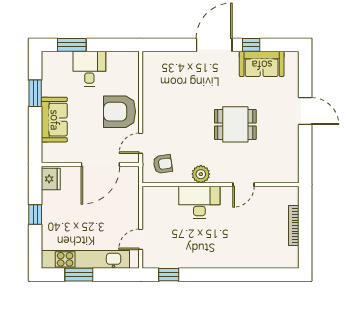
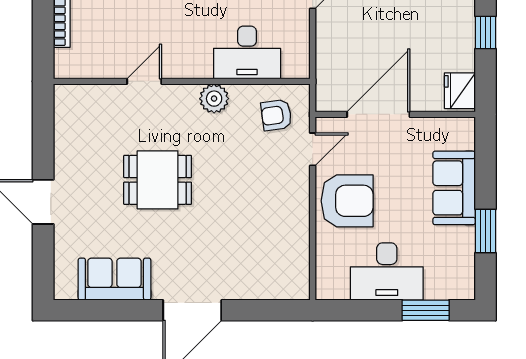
window: (251, 45) -> (132, 310), removed
desk: (89, 69) -> (387, 271), width x1.37
desk: (199, 202) -> (247, 53), moved

